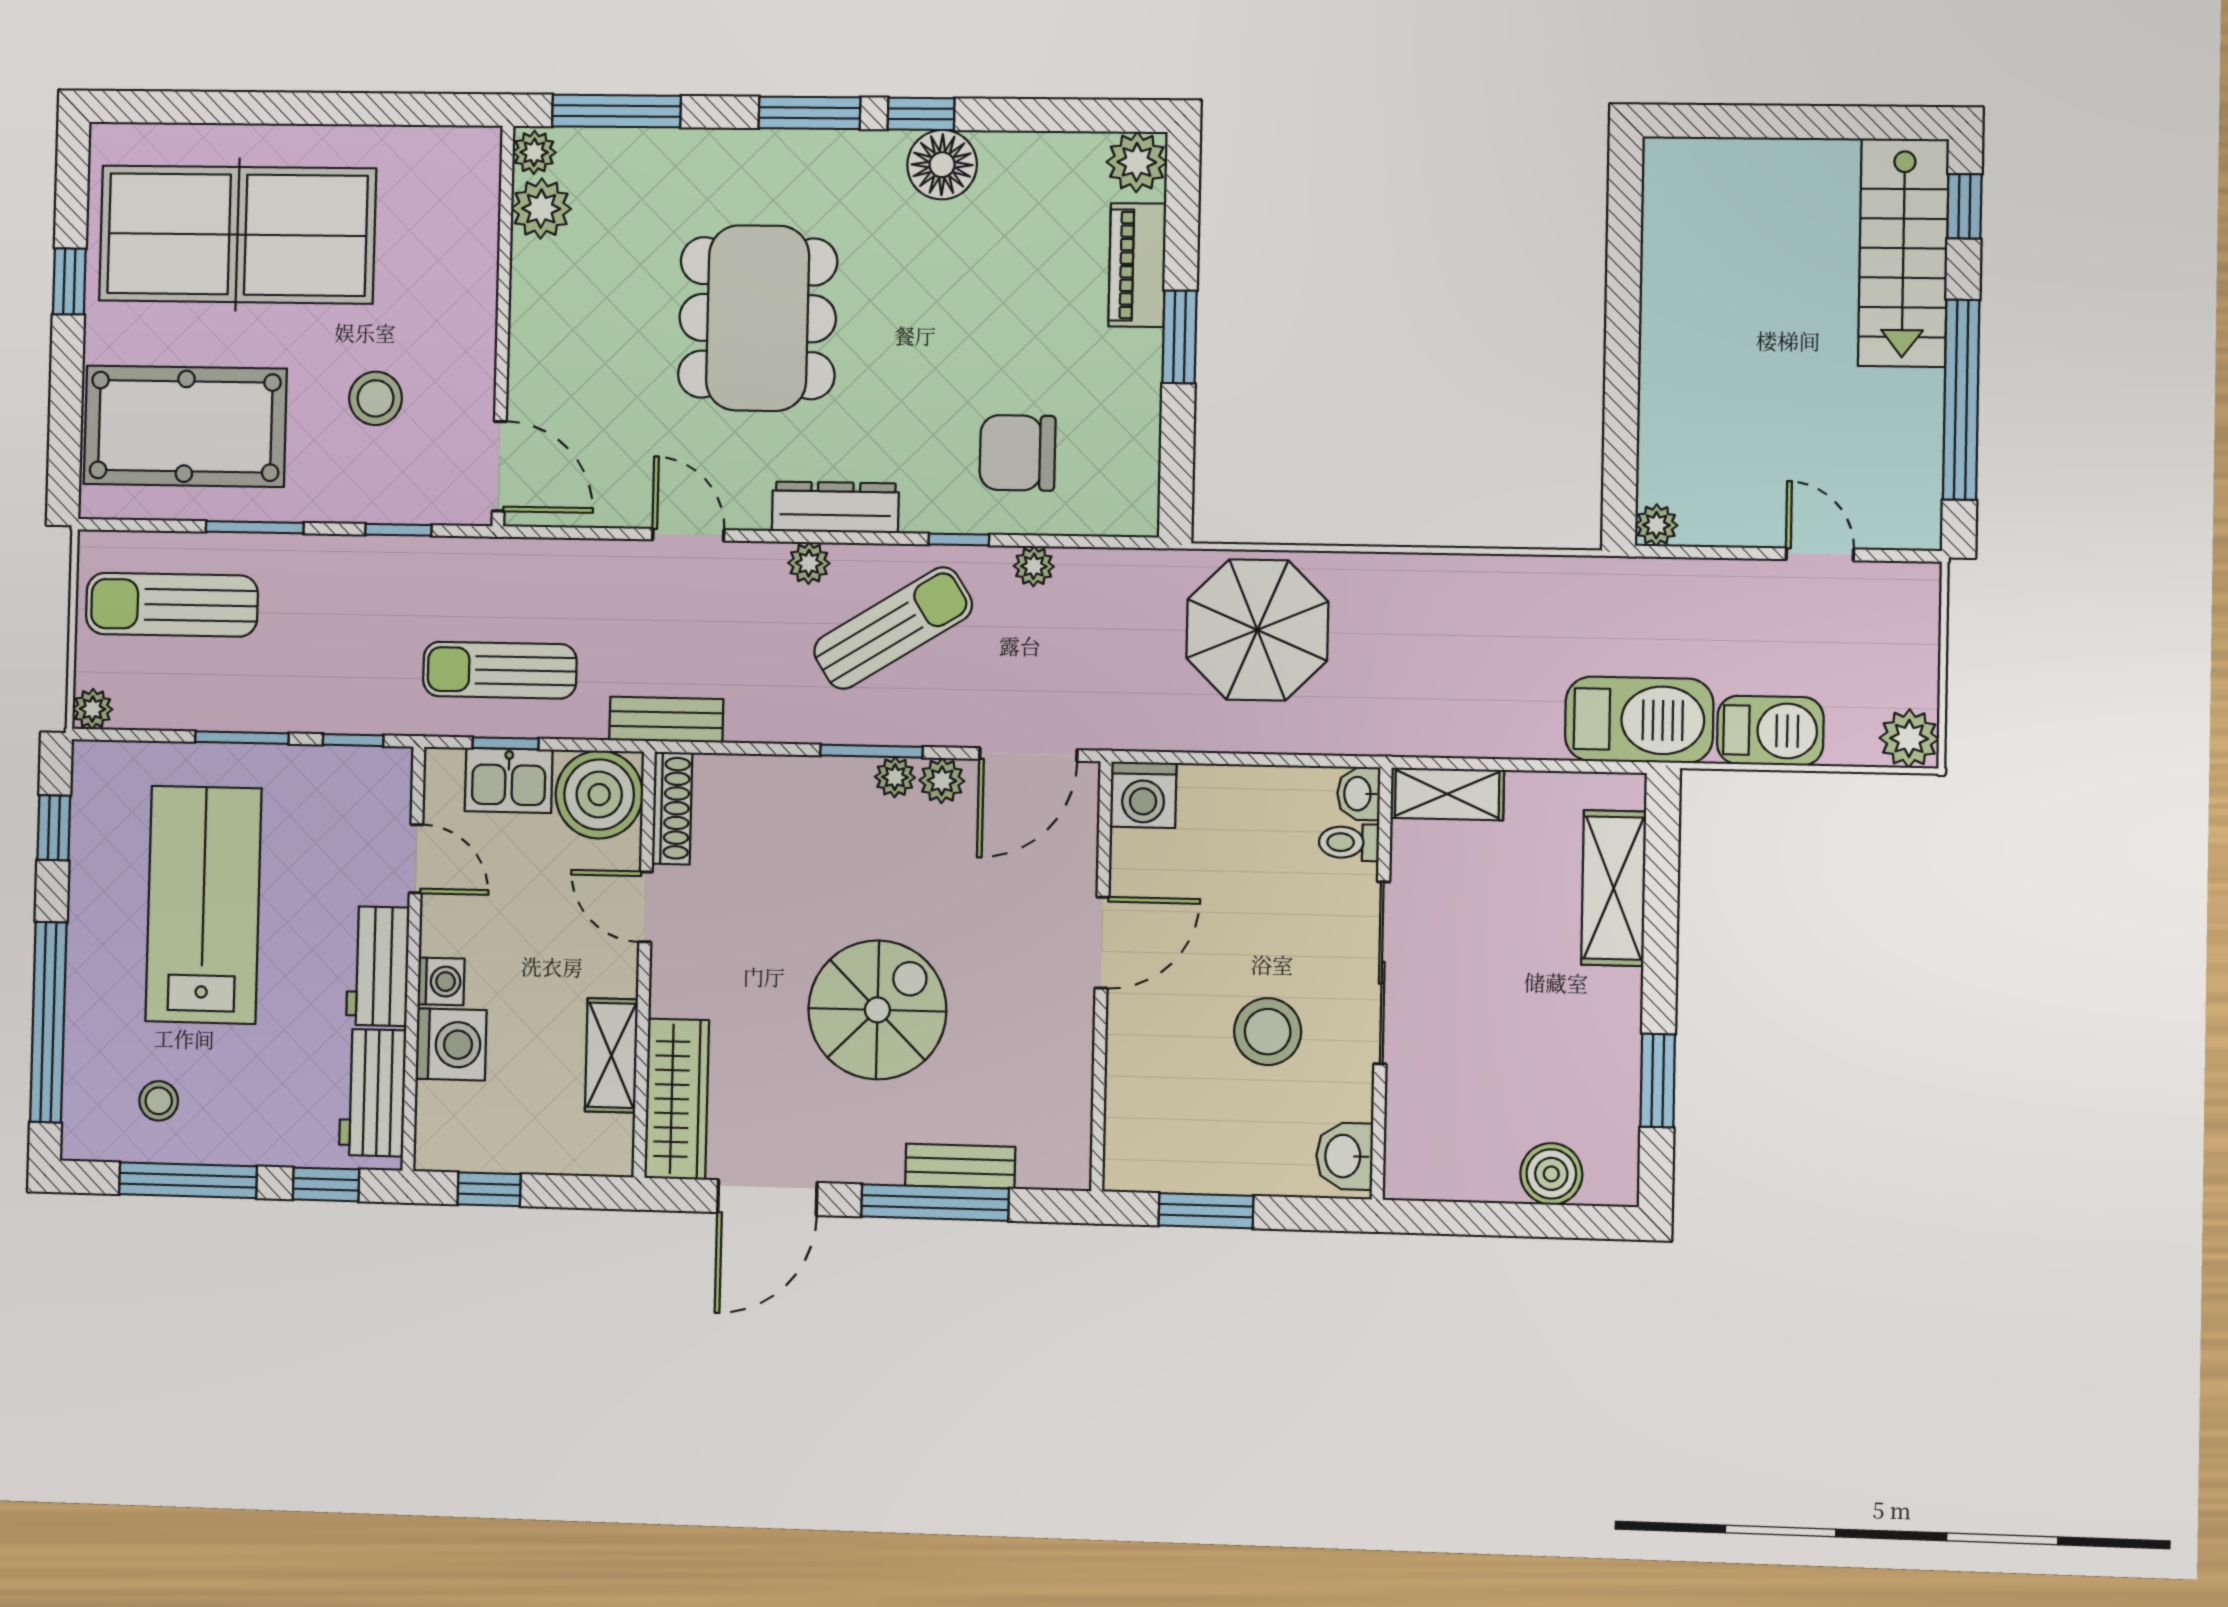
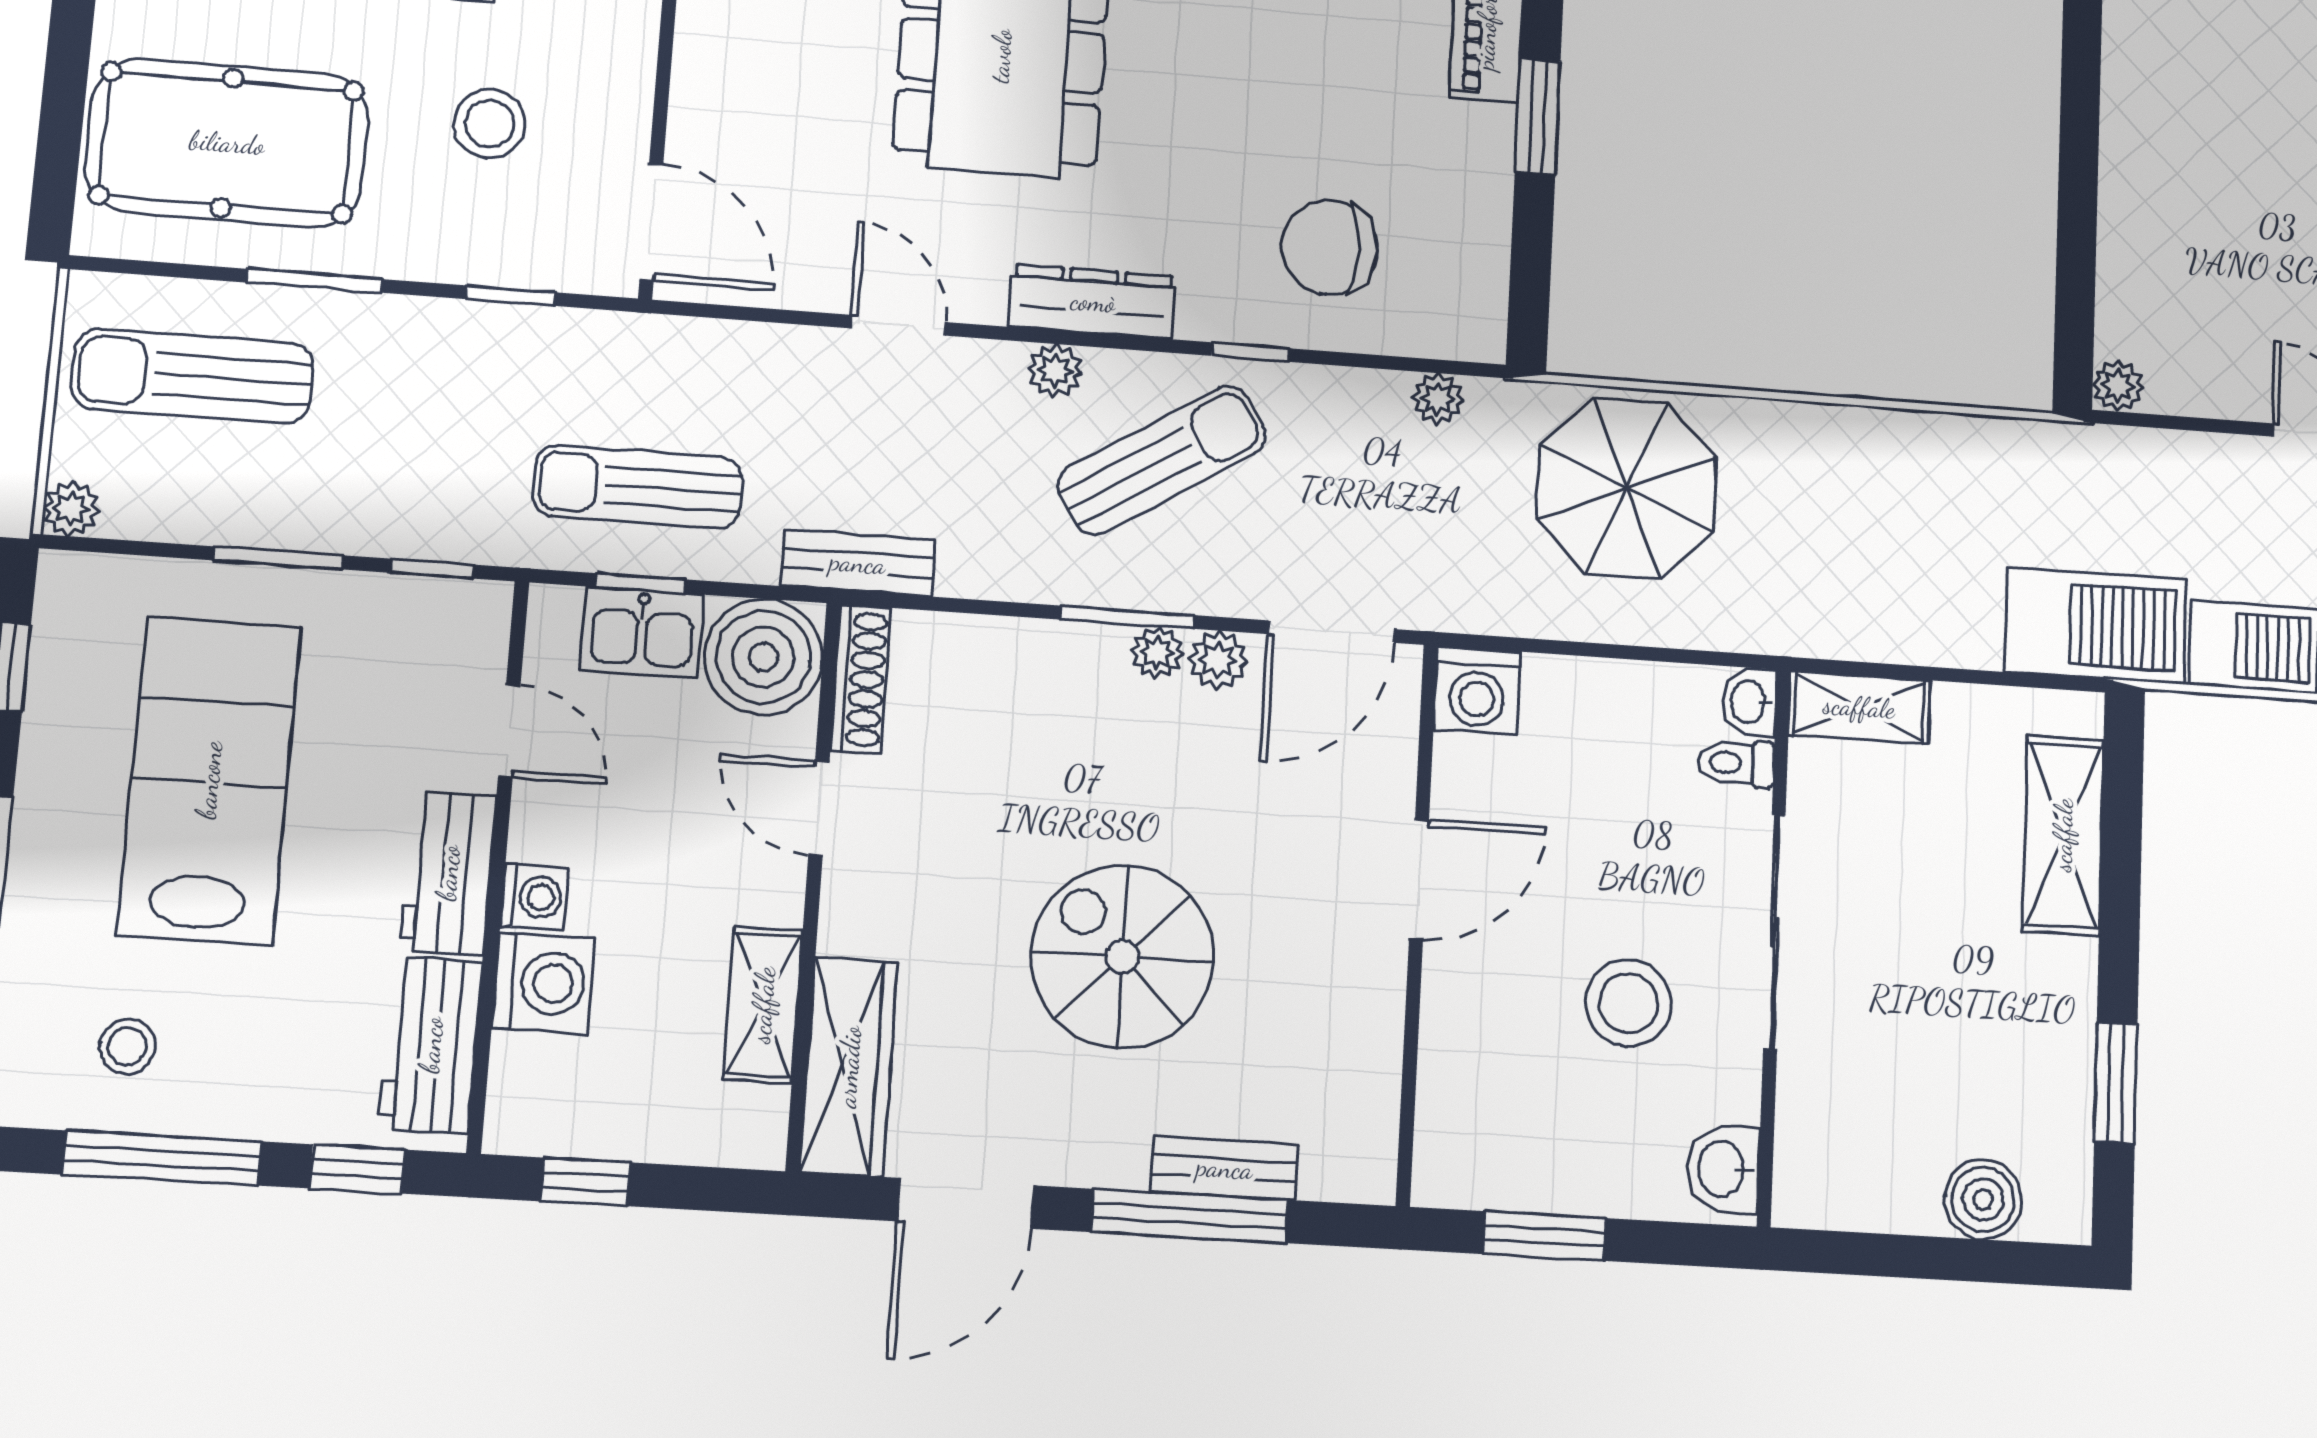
plant: (1034, 566) -> (1438, 399), moved
spiral stairs: (877, 1010) -> (1123, 957), turned -90

